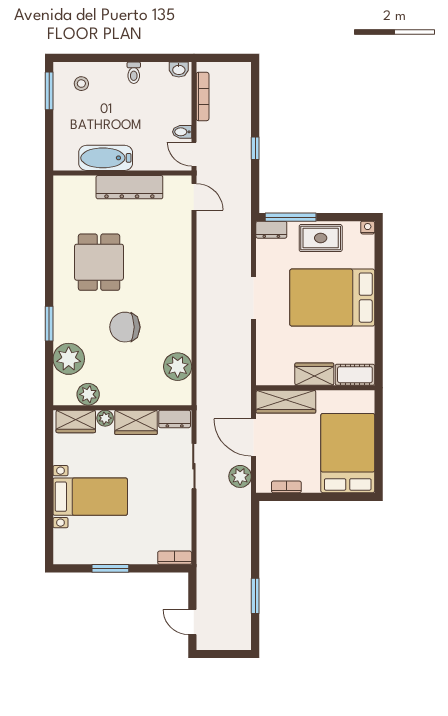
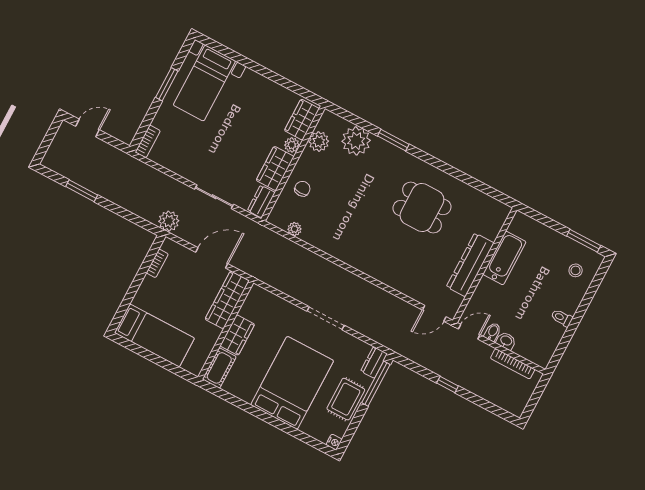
washbasin: (179, 70) -> (506, 341), moved, turned 90
chair: (125, 327) -> (302, 189), moved, width x0.54, depth x0.54
plant: (178, 367) -> (294, 229), width x0.53, depth x0.53
bed: (348, 453) -> (154, 335), width x0.67
plant: (240, 476) -> (169, 221), moved
bed with nightstands: (90, 497) -> (204, 83), moved

